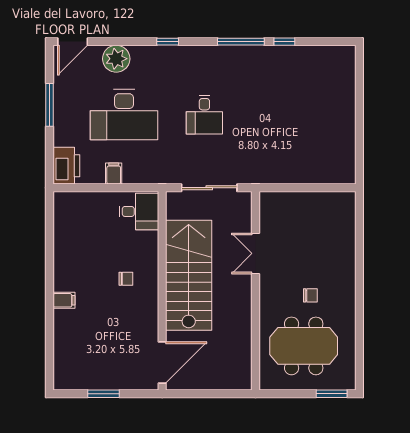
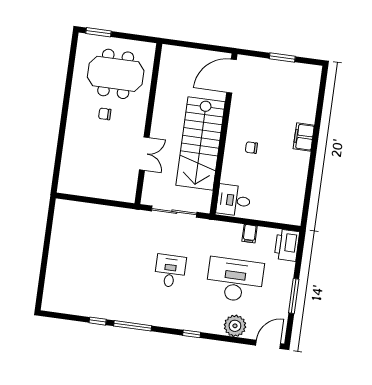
filing cabinet: (64, 300) -> (304, 137), width x2.00

